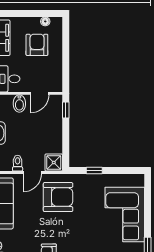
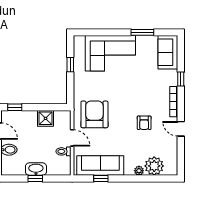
shower: (54, 163) -> (46, 118), moved
window: (94, 171) -> (70, 65), moved

